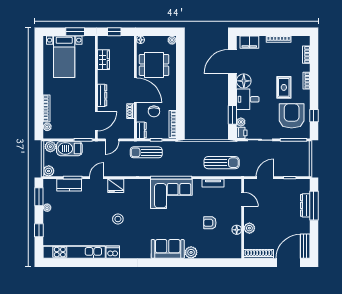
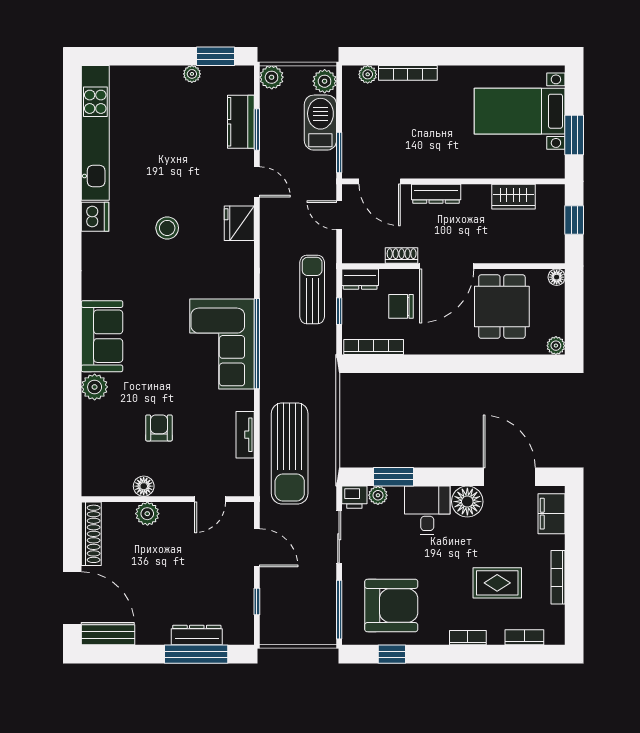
rug: (284, 87) -> (497, 583), moved
sun lounger: (222, 163) -> (290, 454), width x1.36, depth x1.34
window: (39, 230) -> (143, 56), removed

